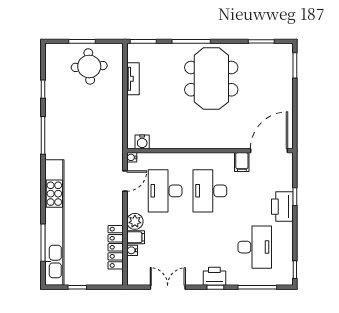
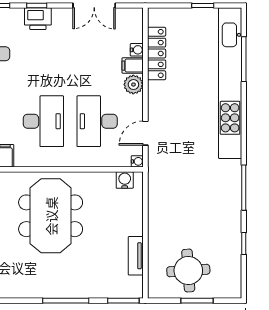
meeting table: (211, 79) -> (51, 216), moved
desk: (165, 191) -> (97, 121), turned 180

